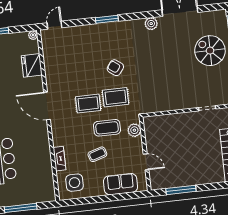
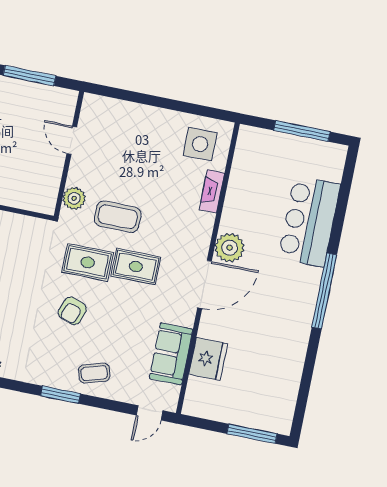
plant: (33, 35) -> (230, 248), moved, width x1.88, depth x1.88
armchair: (115, 68) -> (72, 311), turned 73
door: (47, 106) -> (204, 284), hinge flipped
coffee table: (97, 154) -> (94, 373), moved
sofa: (121, 184) -> (171, 354), moved, turned 90

